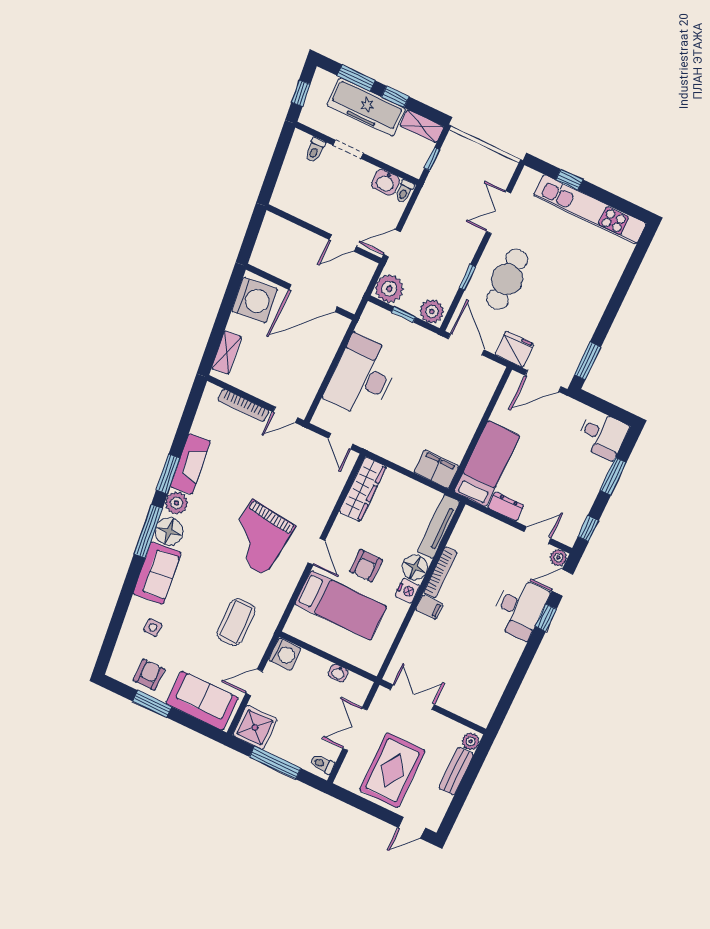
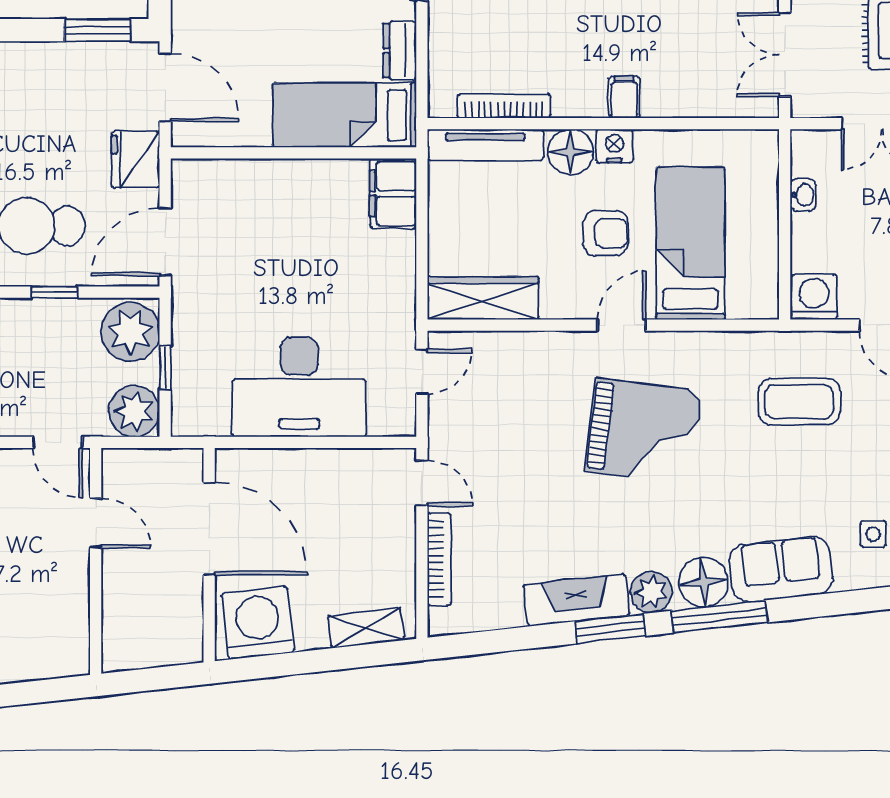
plant: (432, 311) -> (130, 332), width x1.36, depth x1.36
bookcase: (440, 572) -> (504, 106), moved

